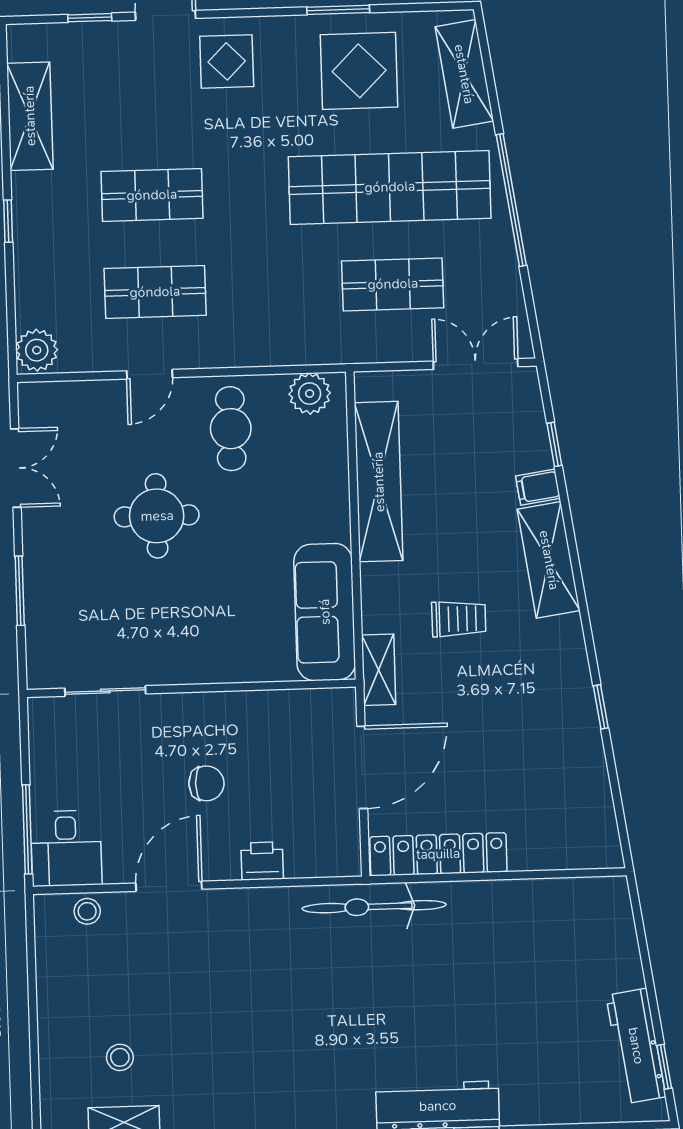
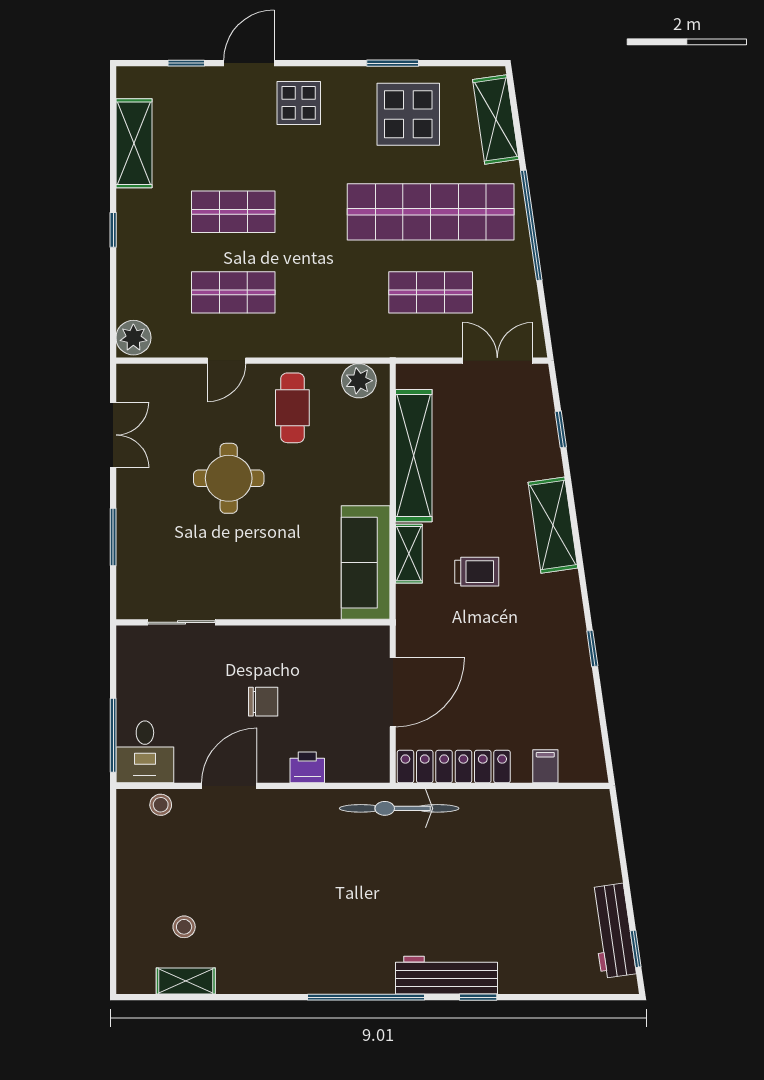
filing cabinet: (538, 487) -> (545, 766), moved, turned 98
shelving: (379, 670) -> (409, 554), moved

